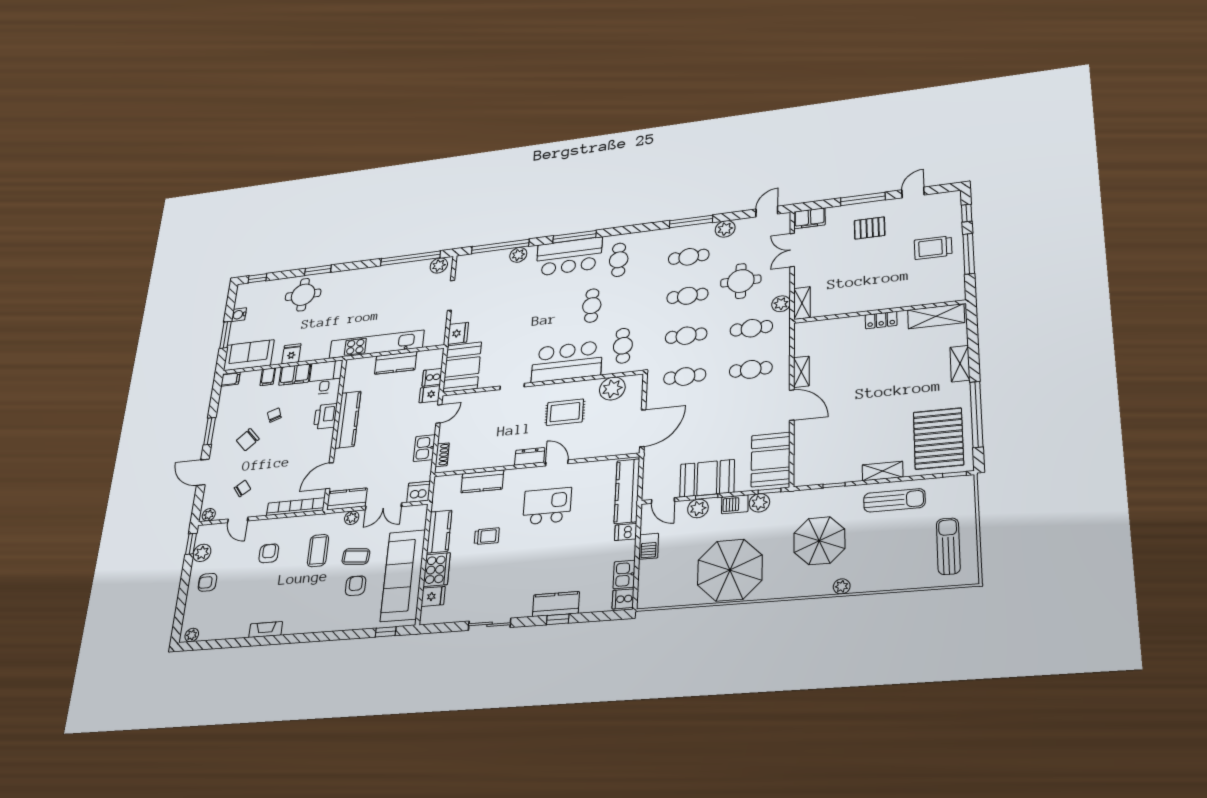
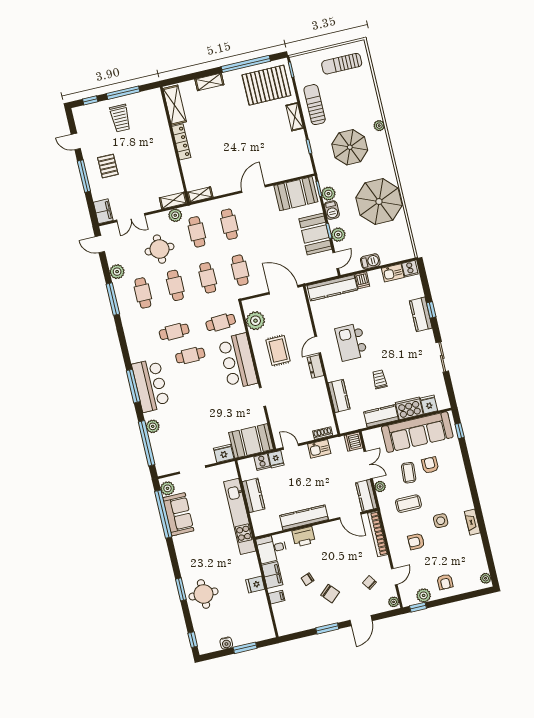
cafe table: (619, 260) -> (174, 332), moved
locker: (881, 320) -> (181, 142), width x1.53
sofa: (249, 355) -> (178, 514), moved, turned 180
shelving: (801, 372) -> (200, 195), moved
filing cabinet: (230, 379) -> (282, 628), removed
armchair: (356, 586) -> (430, 465), turned 90
side table: (282, 589) -> (441, 521), added

